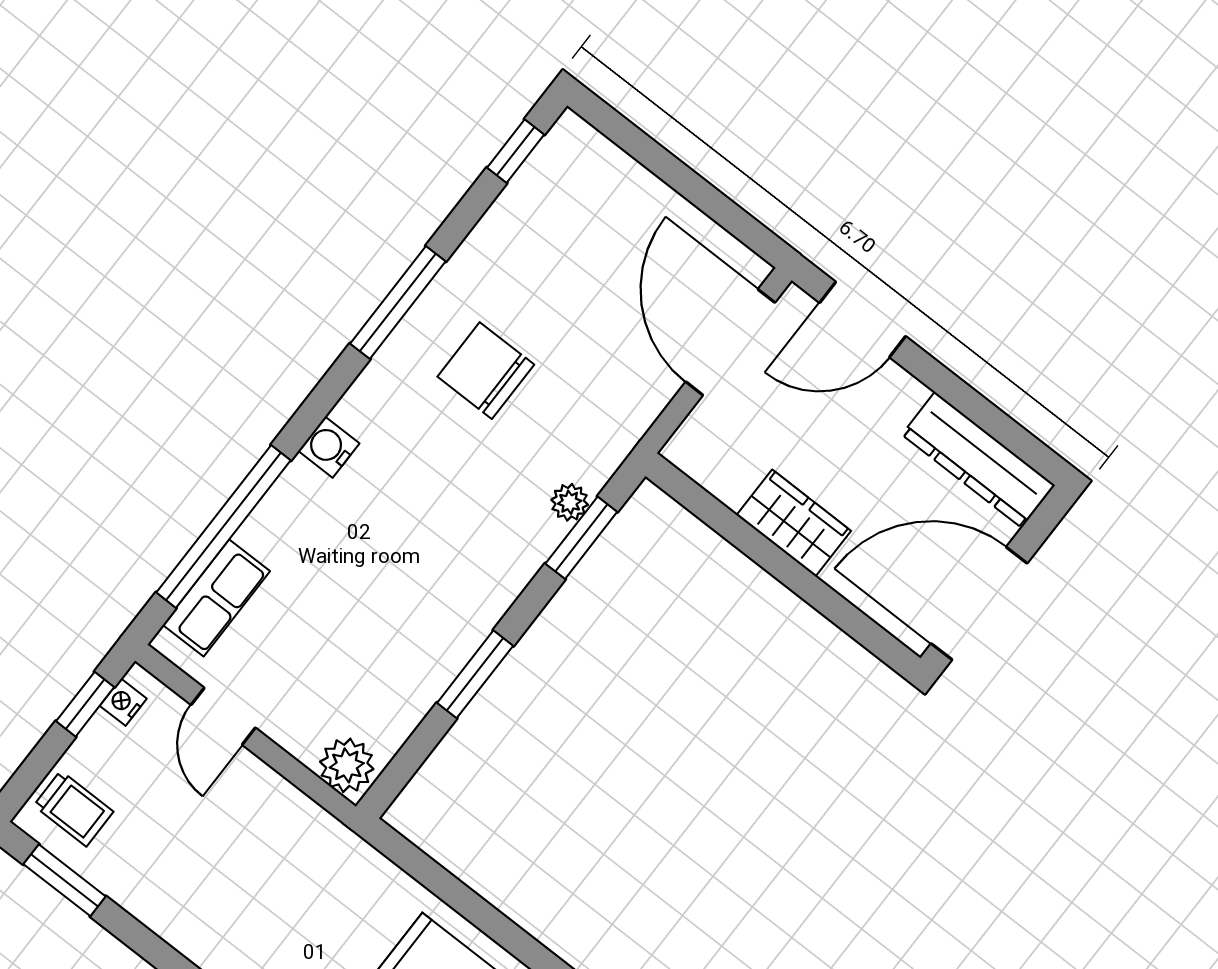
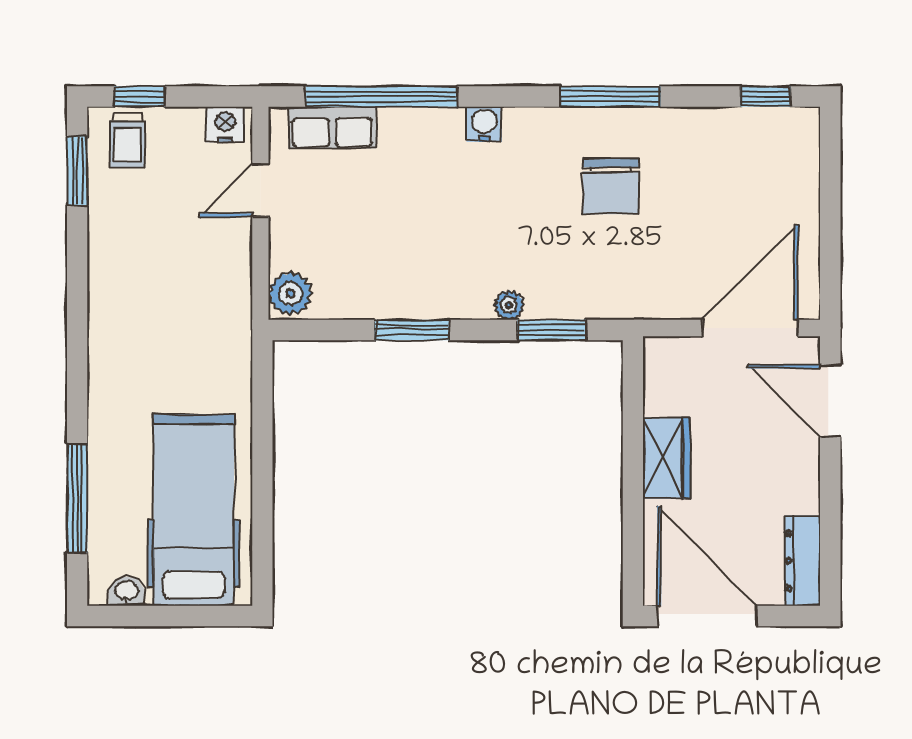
chair: (486, 371) -> (611, 186), turned 180
dresser: (978, 460) -> (802, 561), width x0.73, depth x0.80
plant: (570, 502) -> (509, 305), moved
nightstand: (123, 702) -> (225, 124), width x1.39, depth x1.35
window: (85, 704) -> (139, 96), moved

